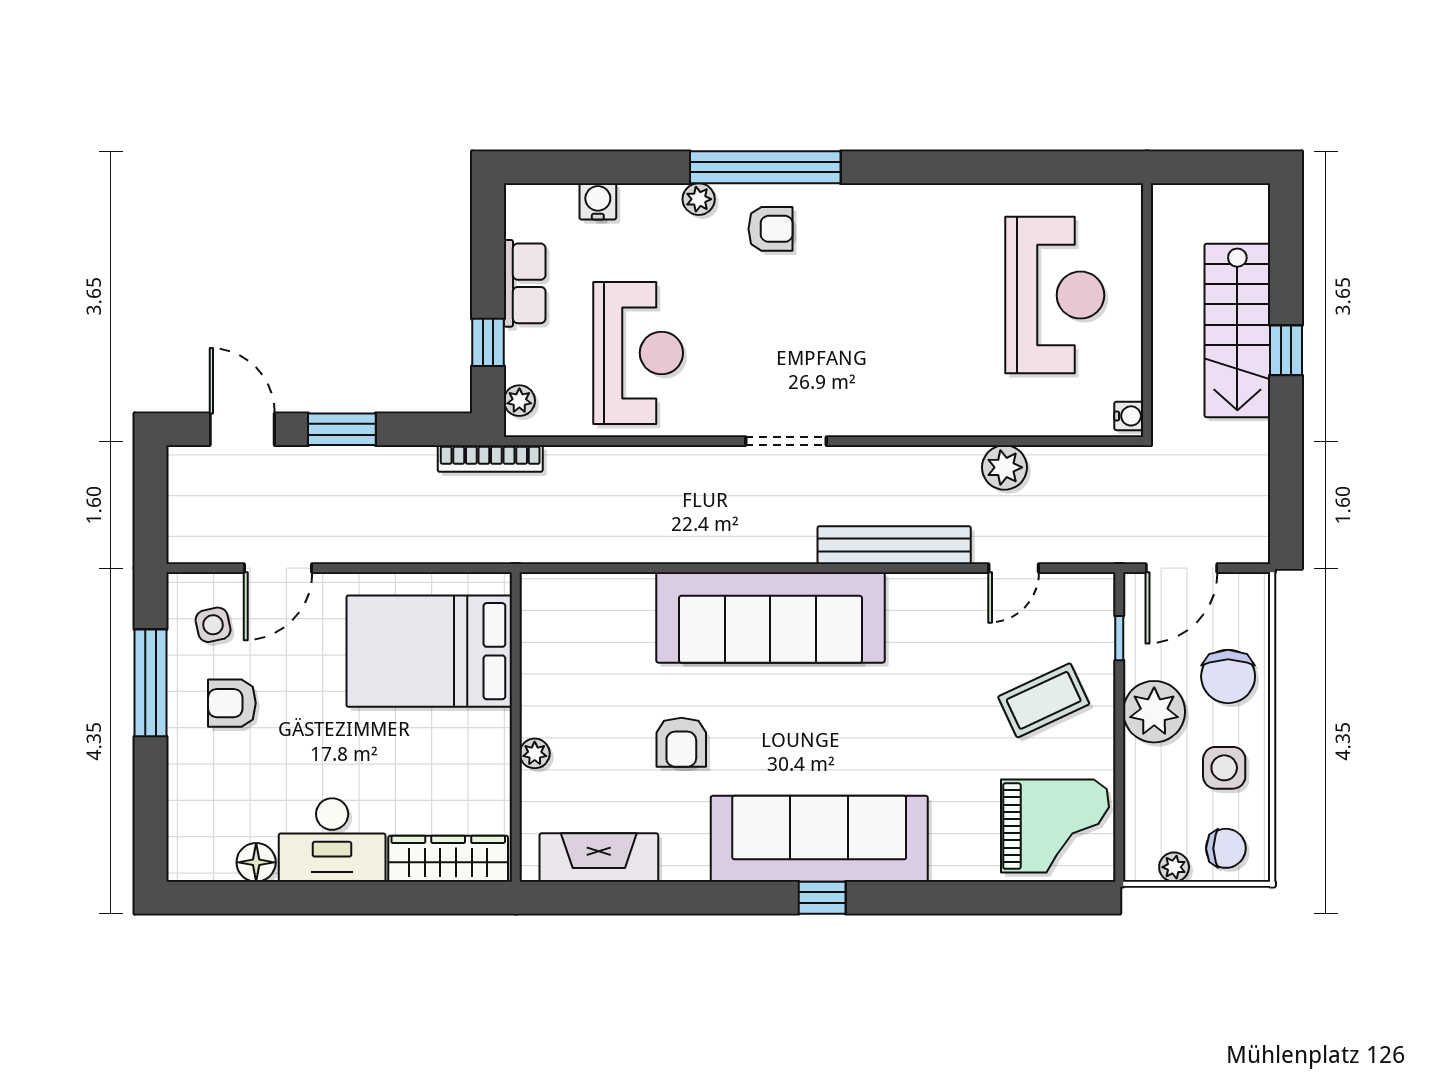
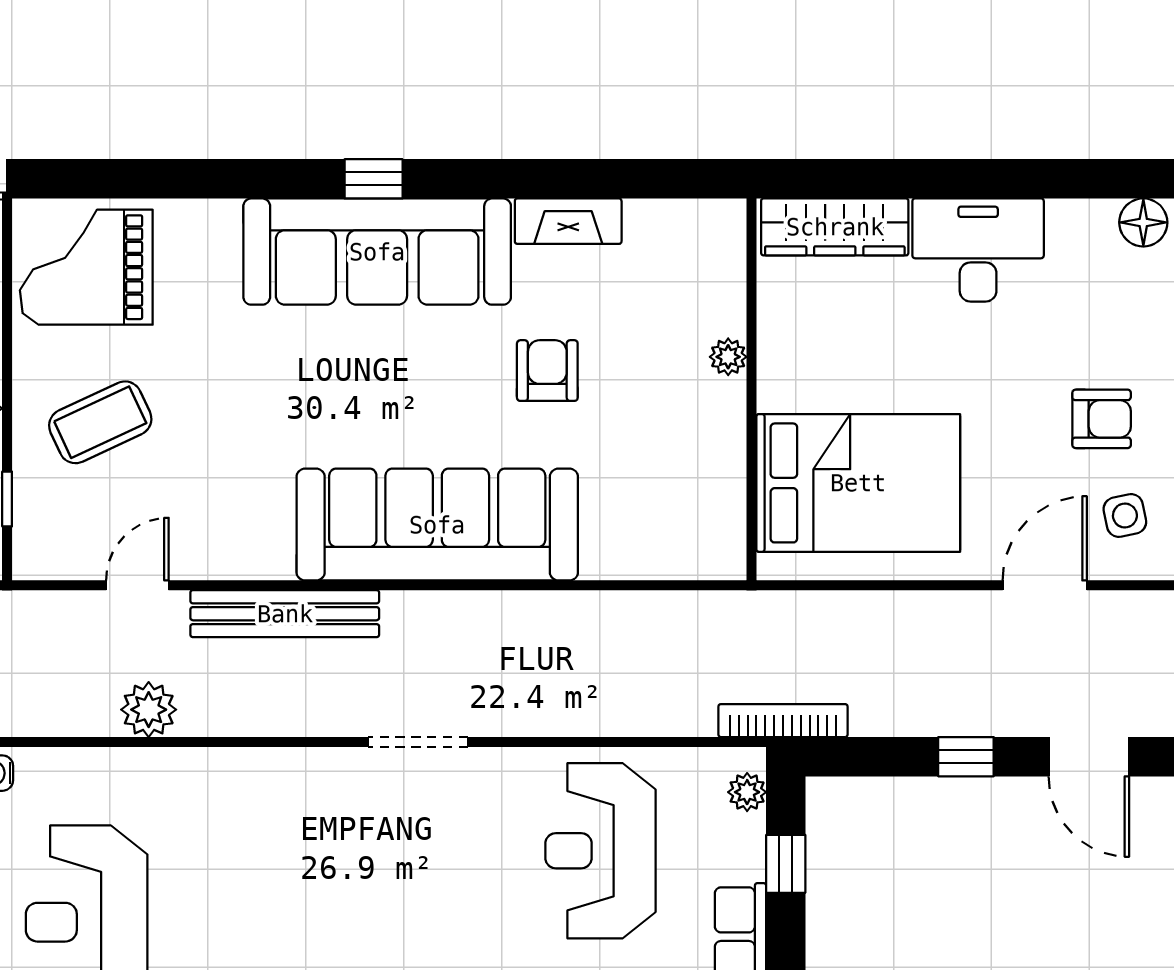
window: (342, 429) -> (966, 757), width x0.67
fireplace: (599, 857) -> (568, 221), moved, width x0.73, depth x0.76
floor lamp: (256, 862) -> (1143, 222), moved

